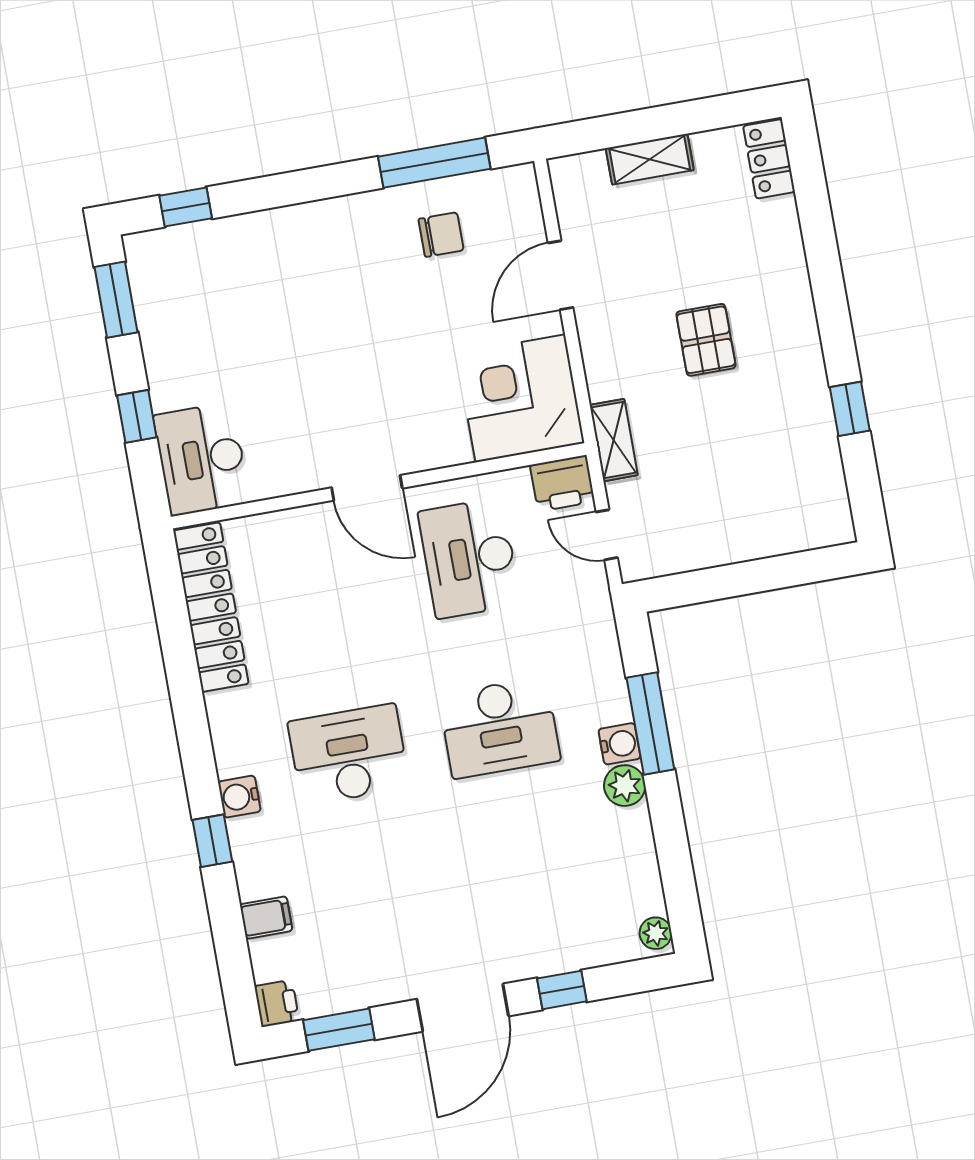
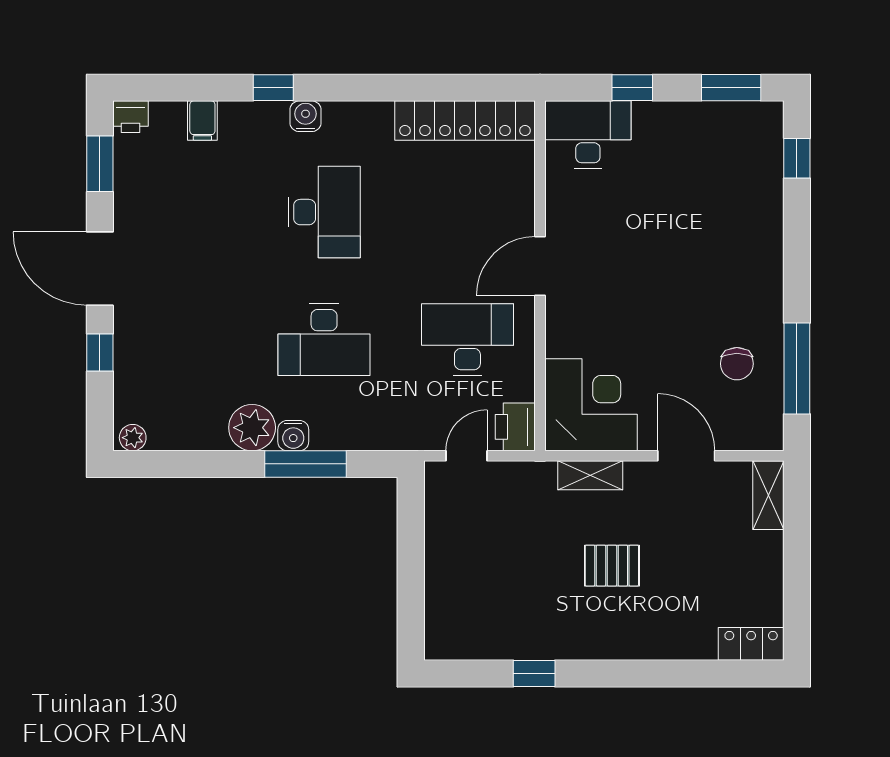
shelving: (650, 159) -> (768, 495), moved
shelving: (614, 440) -> (590, 475), moved
desk: (499, 728) -> (324, 340), turned -90
plant: (625, 786) -> (252, 428), width x1.36, depth x1.36

